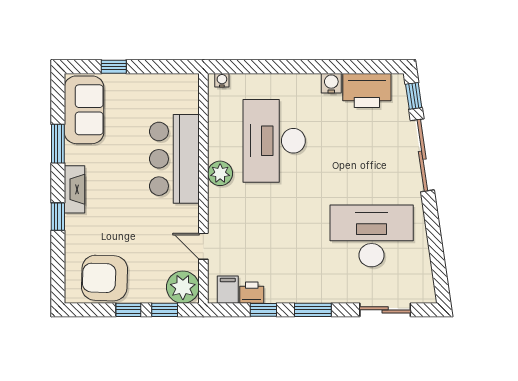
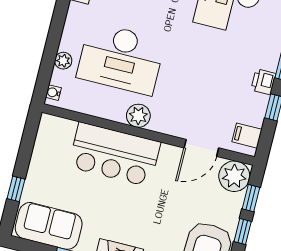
plant: (257, 82) -> (63, 61), added
door: (203, 246) -> (201, 148), width x1.38
printer: (252, 293) -> (263, 82), moved

